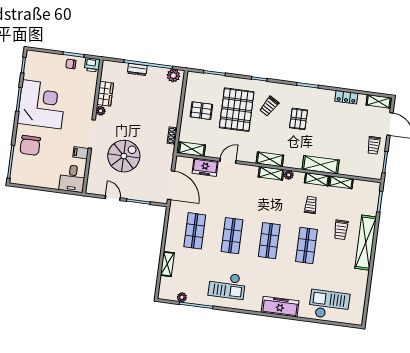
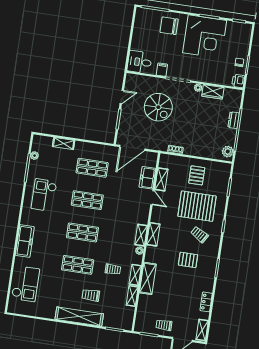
shelving: (192, 149) -> (161, 179), moved

